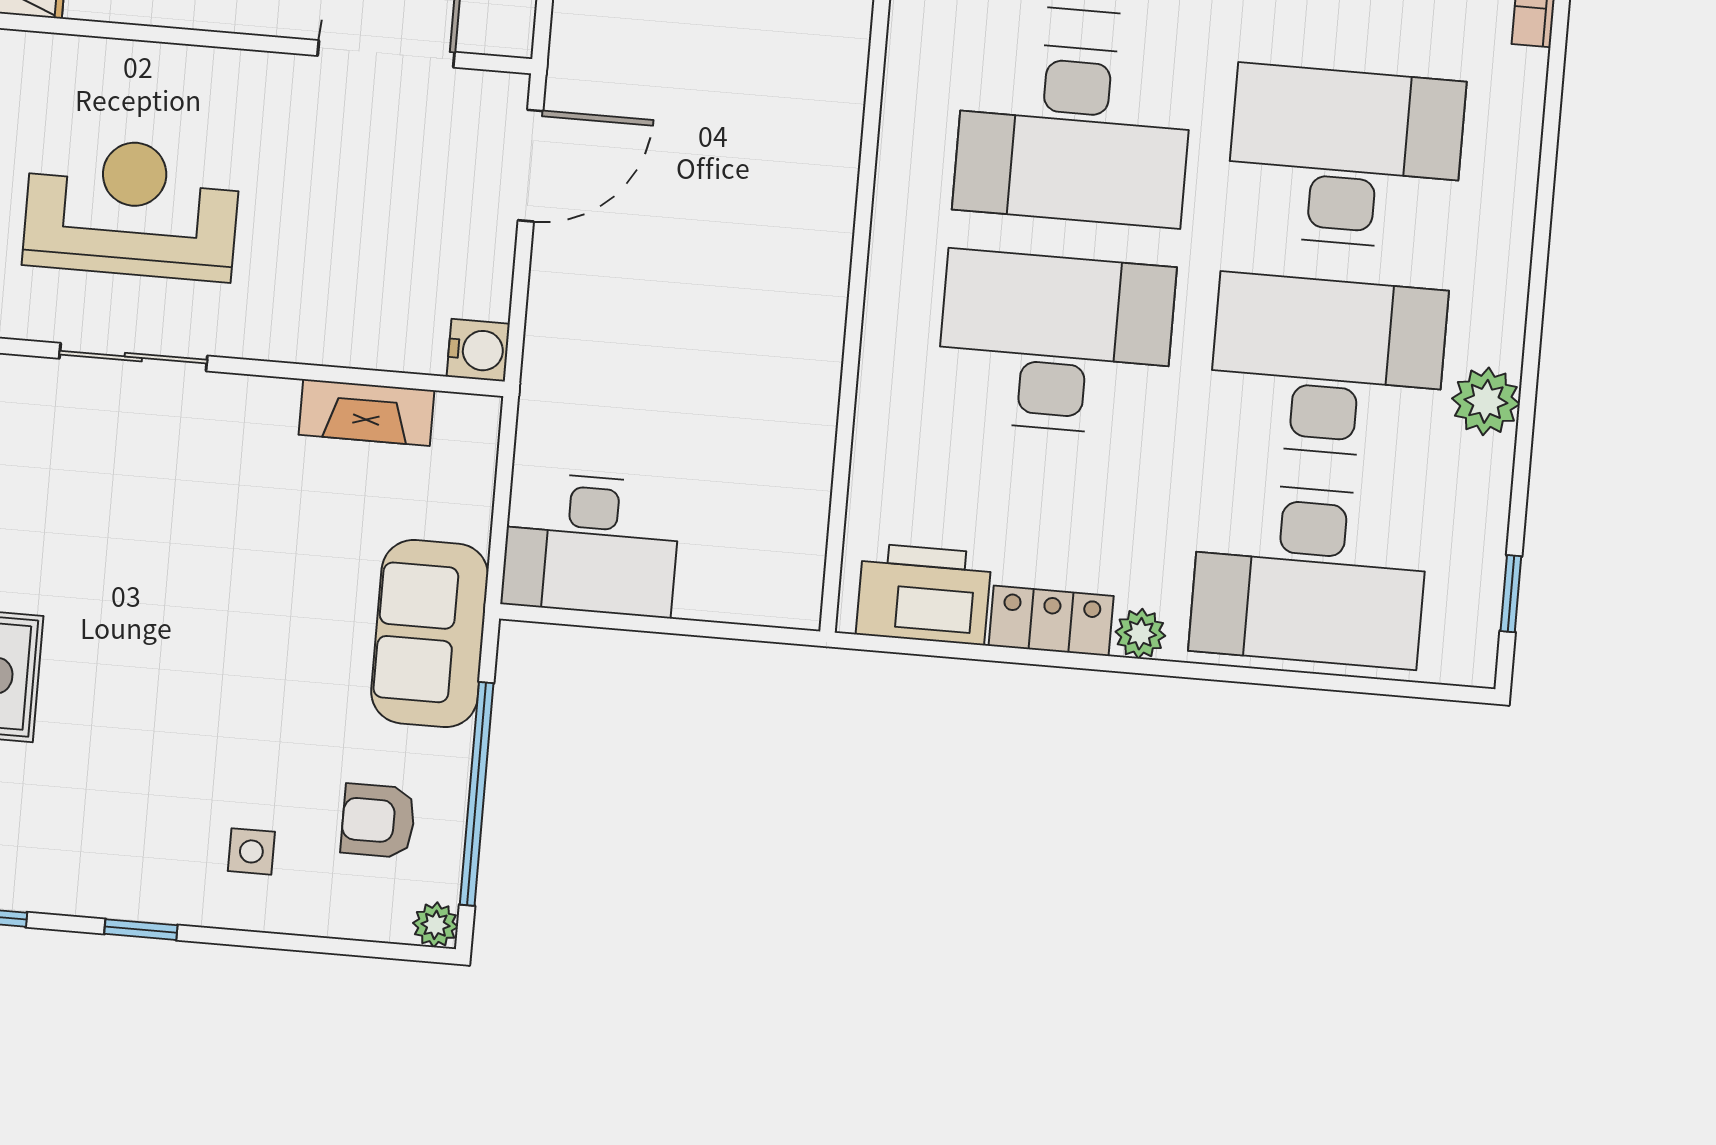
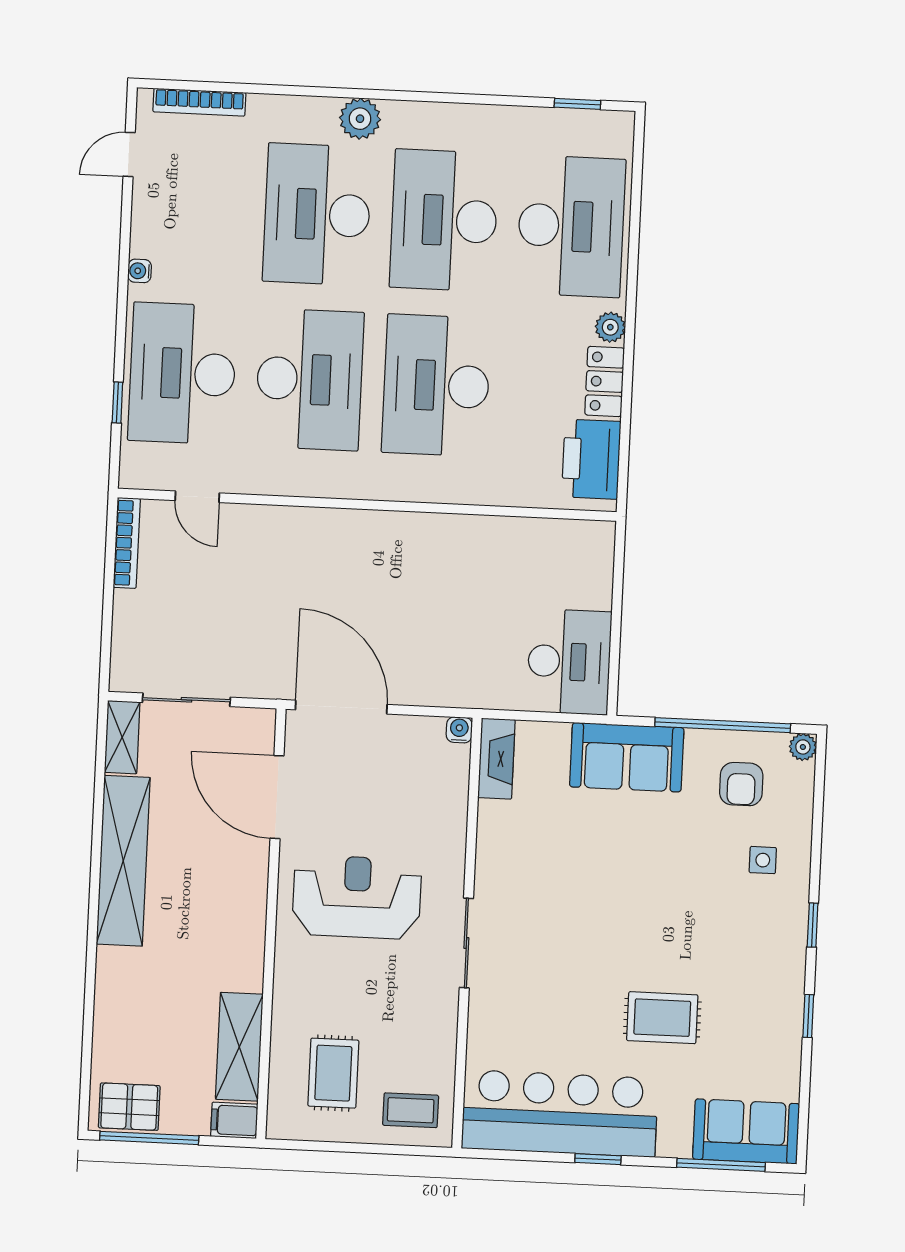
door: (530, 166) -> (341, 707), width x1.36
reception desk: (132, 208) -> (357, 897), moved, turned 90
water cooler: (478, 350) -> (459, 730), width x0.72, depth x0.72
plant: (1486, 401) -> (360, 119), moved
fireplace: (366, 413) -> (496, 759), moved

